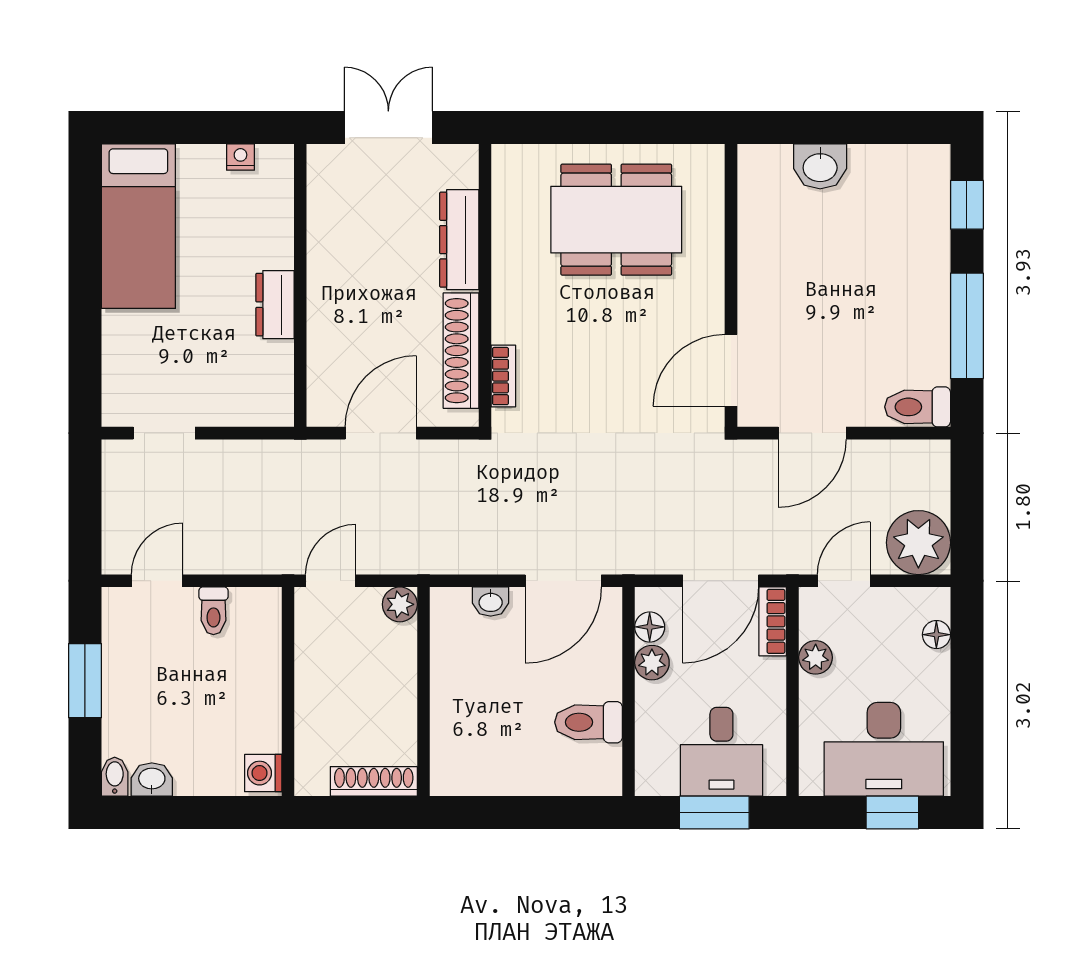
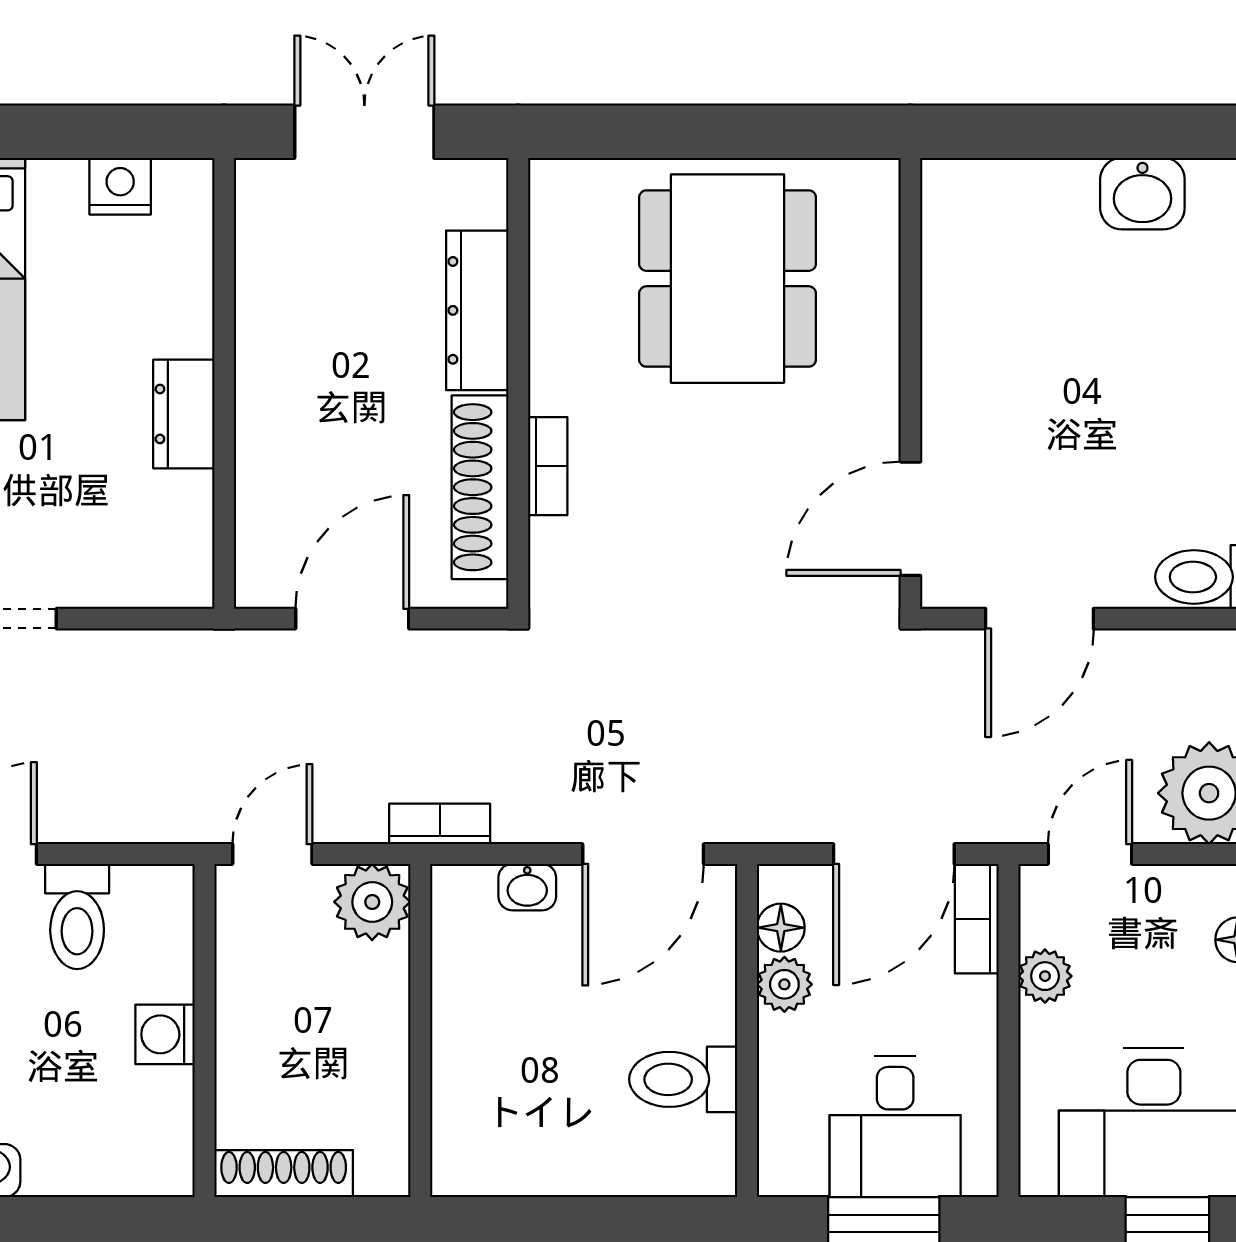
nightstand: (240, 157) -> (120, 186), width x1.39, depth x1.35
washbasin: (820, 166) -> (1142, 194), moved
dining table: (616, 220) -> (728, 279), turned 90
bookcase: (503, 376) -> (548, 466), moved
bookcase: (436, 562) -> (440, 824), added
plant: (400, 604) -> (372, 902), width x1.38, depth x1.38
toilet: (213, 611) -> (77, 916), width x1.37, depth x1.39
washing machine: (263, 773) -> (165, 1034), moved
shoe rack: (374, 781) -> (284, 1174), moved

